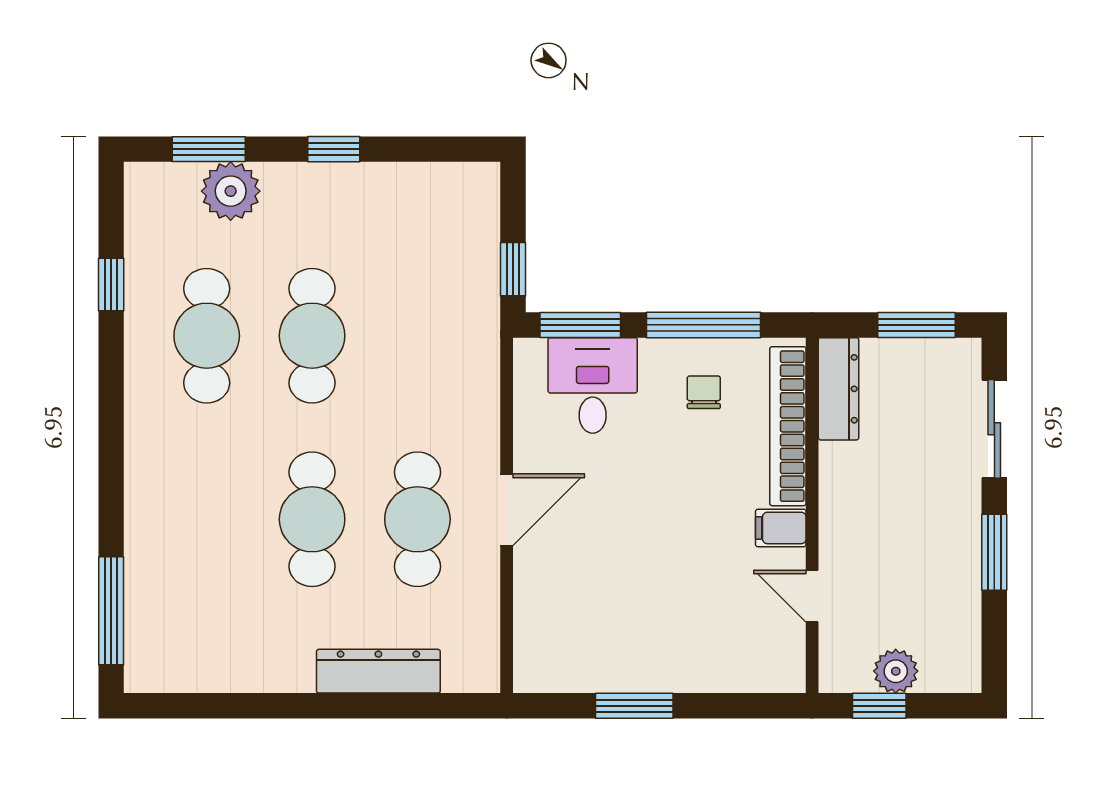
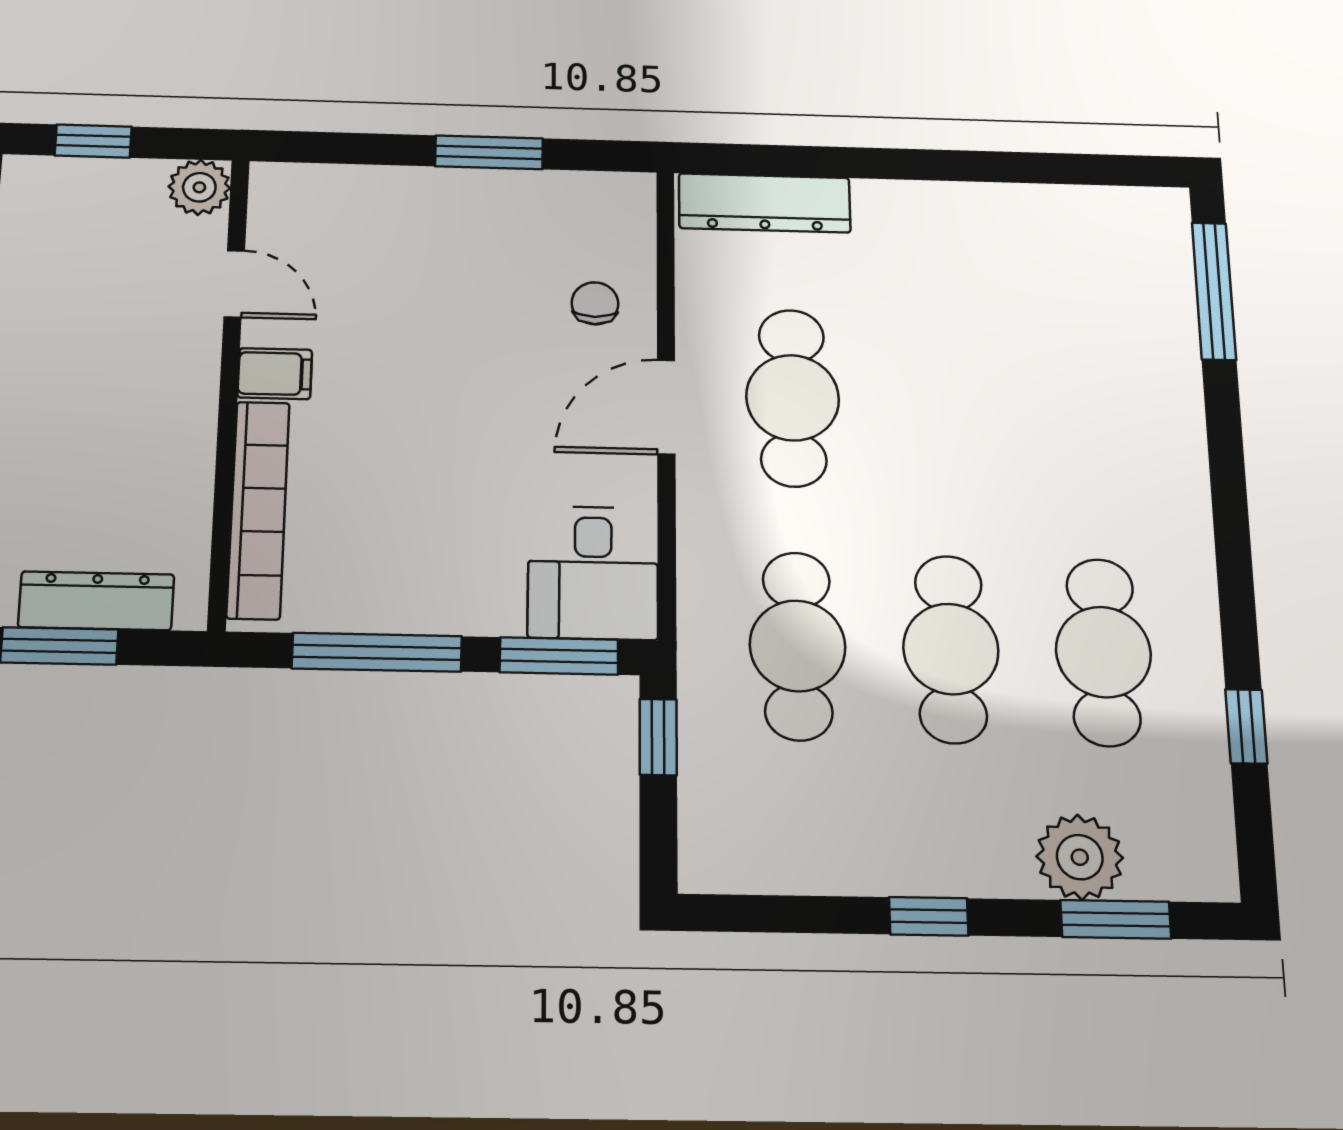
desk: (593, 385) -> (593, 573), moved
dresser: (839, 389) -> (96, 601), moved, turned 90
chair: (704, 392) -> (595, 303), moved, turned 180
cafe table: (312, 519) -> (798, 646), moved
dresser: (378, 671) -> (765, 203), moved
plant: (896, 671) -> (199, 187), moved
window: (879, 706) -> (93, 141), moved

